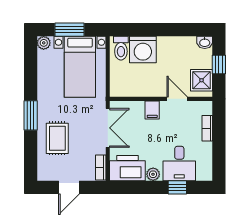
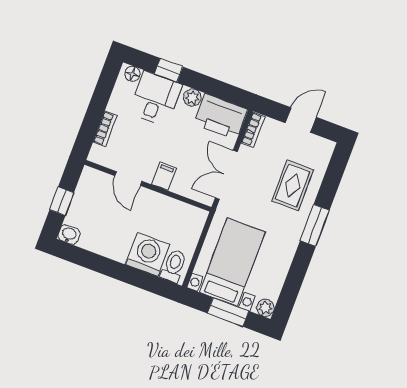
shower: (202, 80) -> (90, 190), removed
floor lamp: (202, 175) -> (132, 74), added

